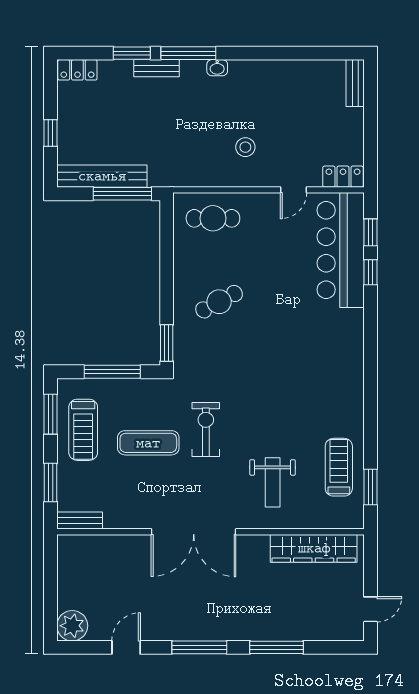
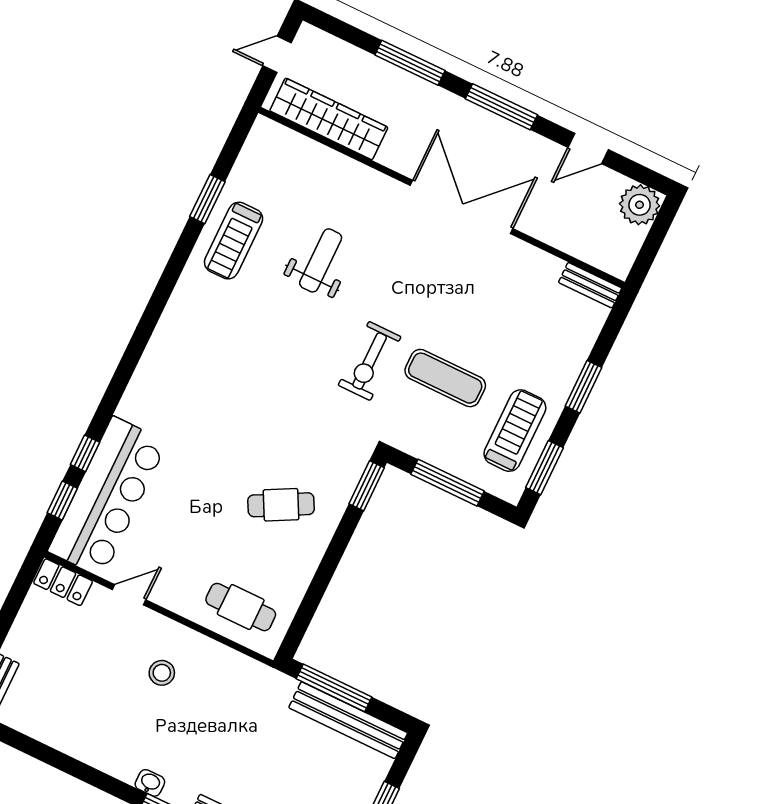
bench: (80, 521) -> (590, 285), moved
double door: (194, 532) -> (462, 207), moved
wall: (211, 532) -> (441, 197), moved
wardrobe: (314, 548) -> (329, 119), moved

